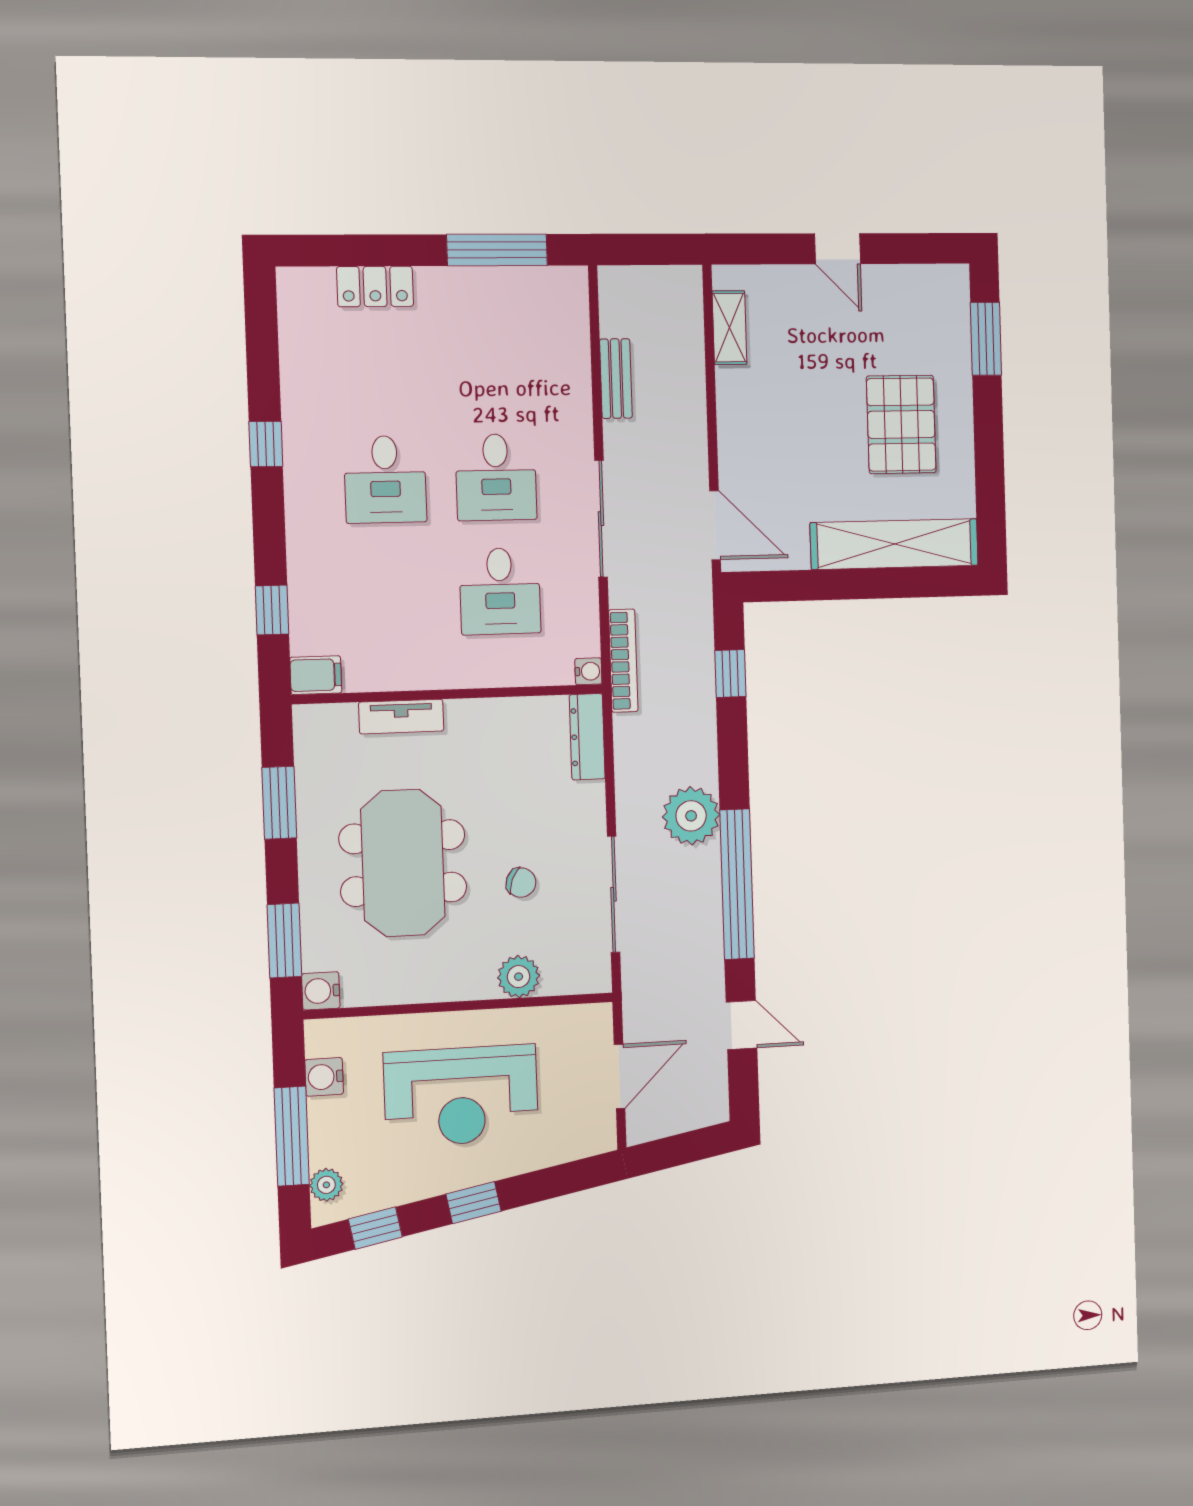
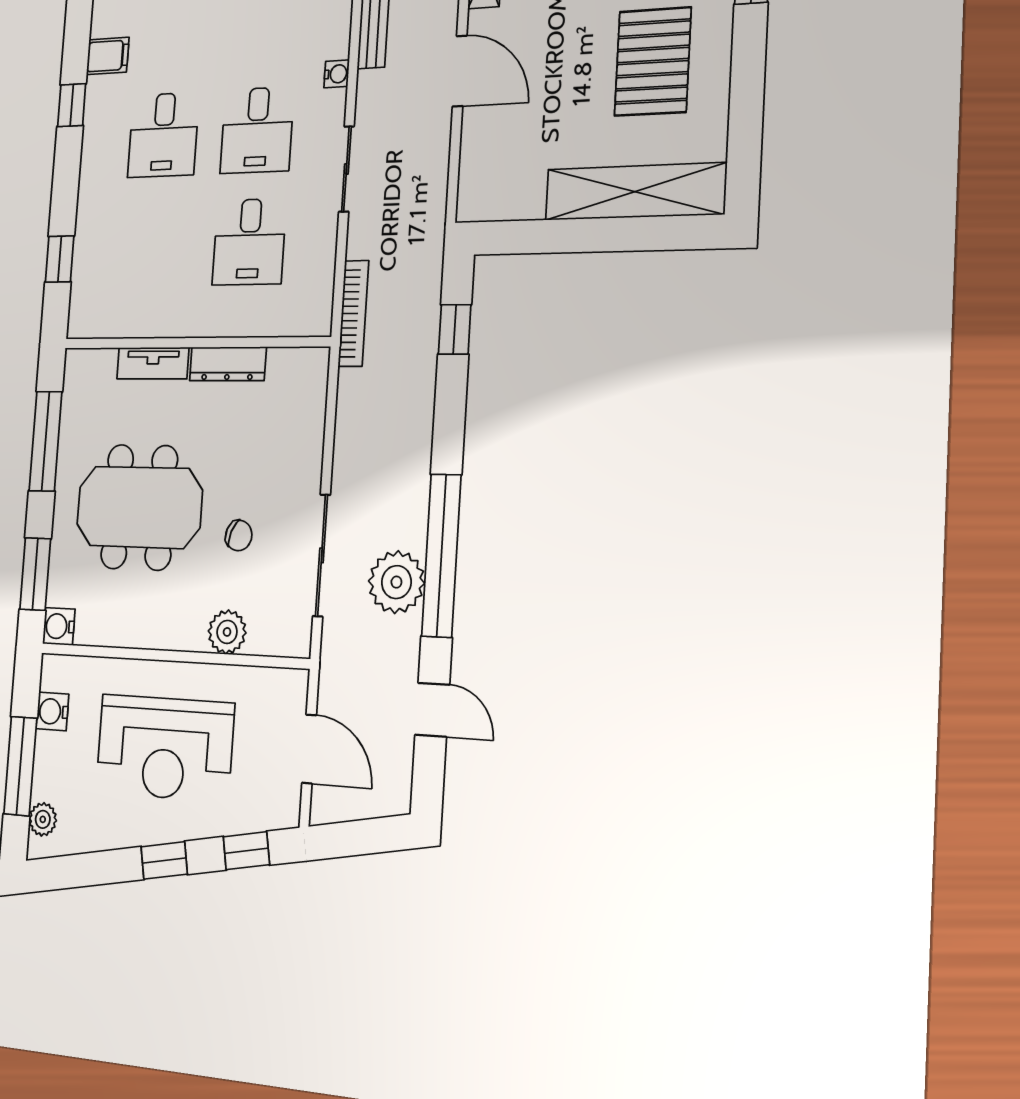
sliding door: (601, 519) -> (346, 169), width x0.73
door: (715, 525) -> (460, 71), moved
water cooler: (588, 671) -> (337, 74), moved
filing cabinet: (316, 675) -> (108, 56), moved
dresser: (587, 737) -> (228, 364), moved, turned -90
window: (279, 803) -> (46, 441), width x1.44
plant: (691, 816) -> (396, 582), moved
meeting table: (403, 863) -> (139, 507), turned 90
door: (620, 1076) -> (309, 749), hinge flipped
window: (375, 1228) -> (246, 851), moved

